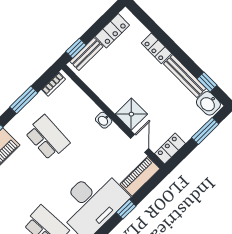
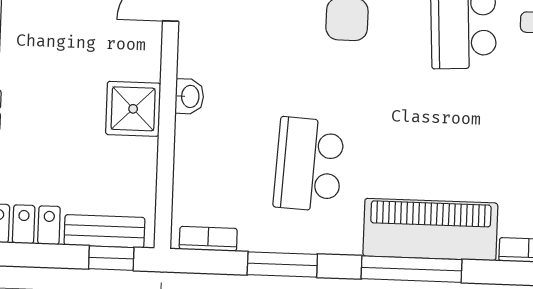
shower: (131, 114) -> (133, 109), moved

